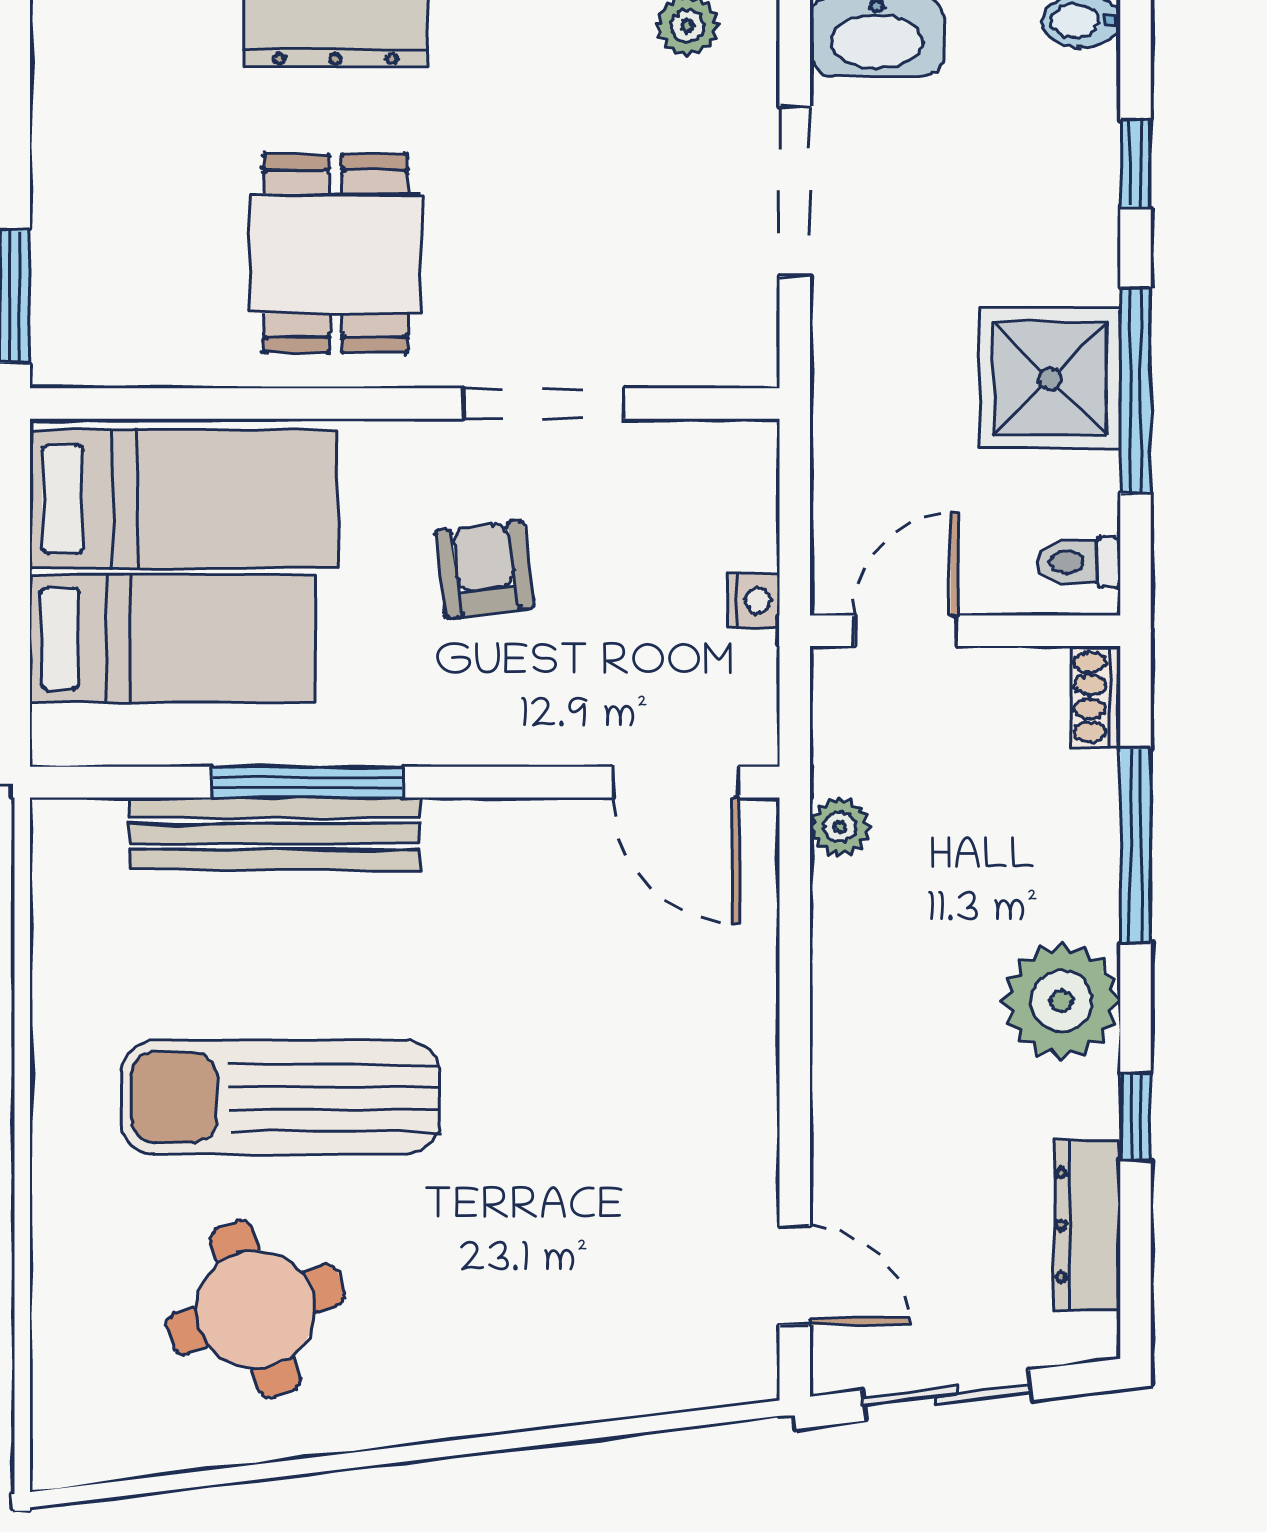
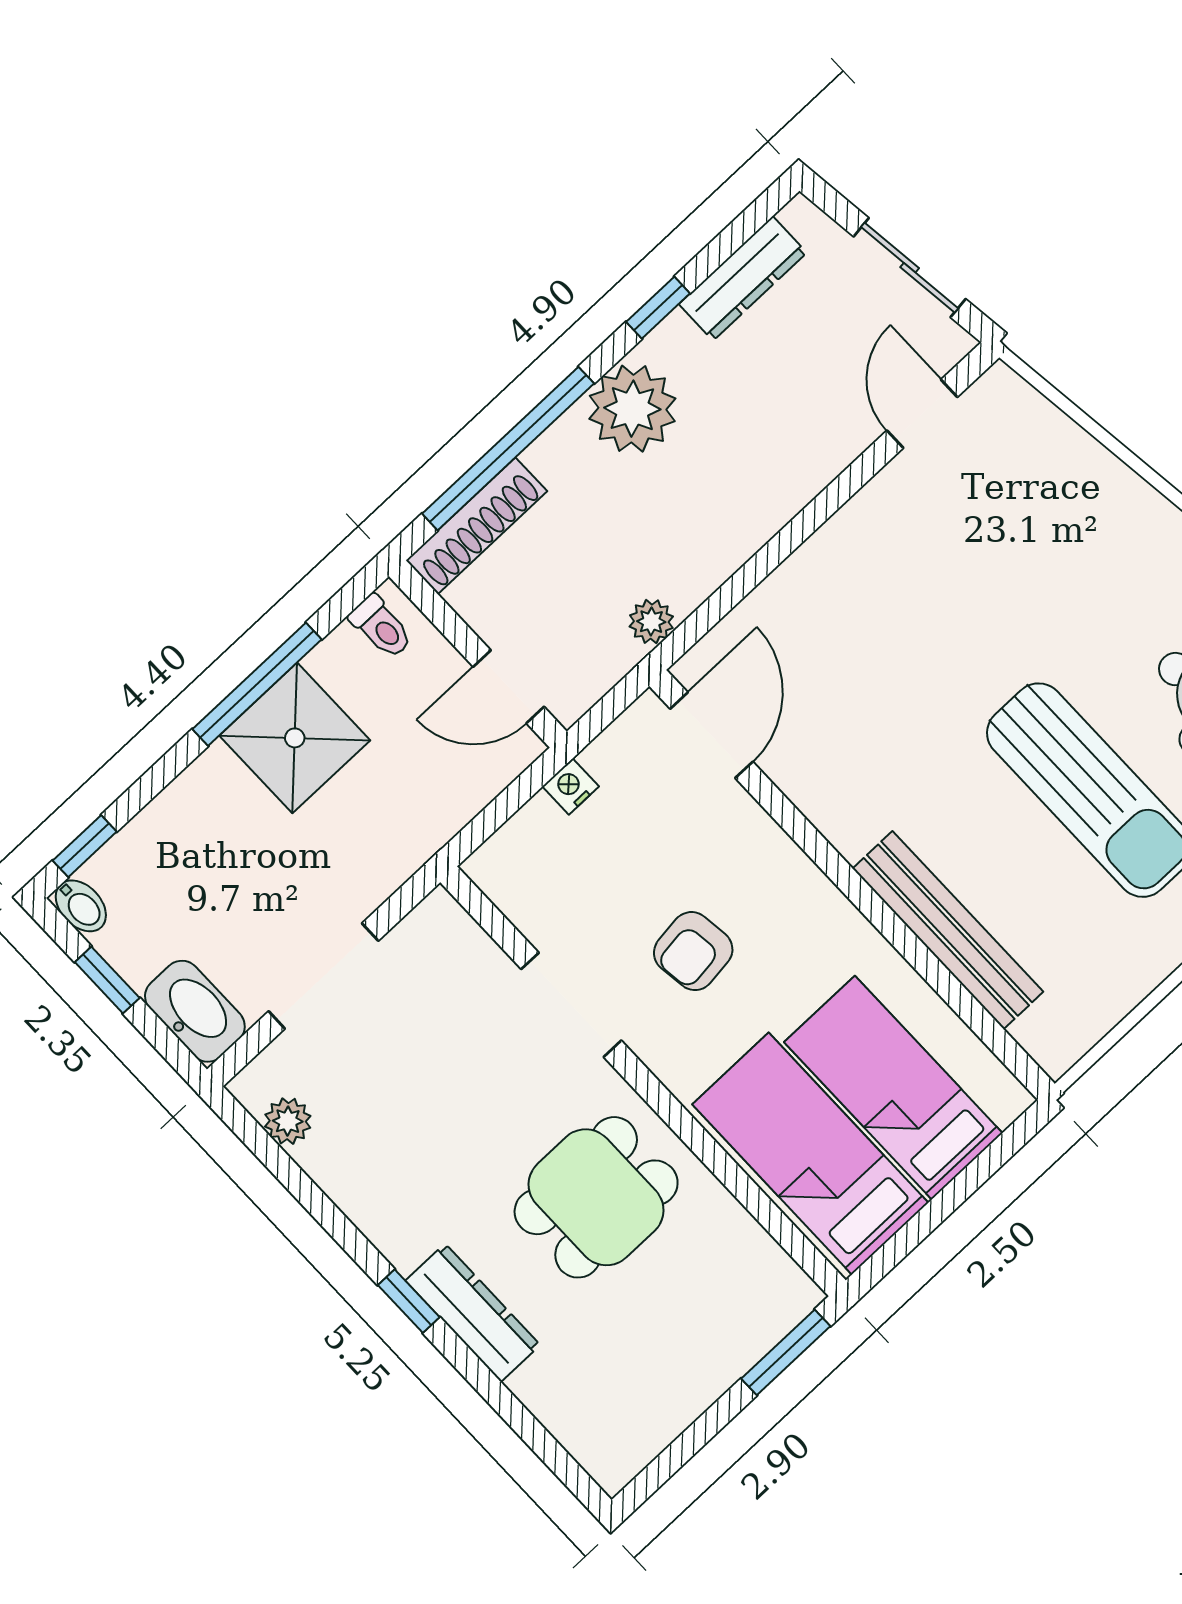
window: (1136, 163) -> (85, 846), moved
shoe rack: (1096, 697) -> (477, 526), width x1.94, depth x1.24
window: (307, 782) -> (903, 939), removed
window: (1136, 845) -> (508, 449), width x1.46

